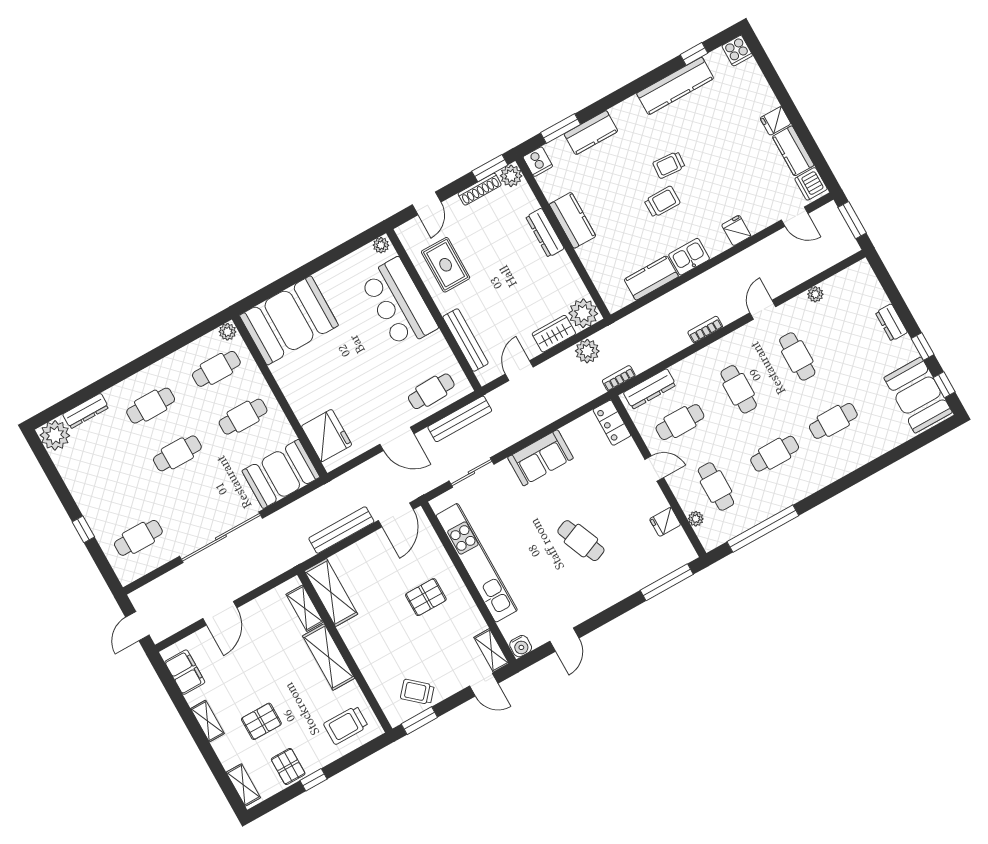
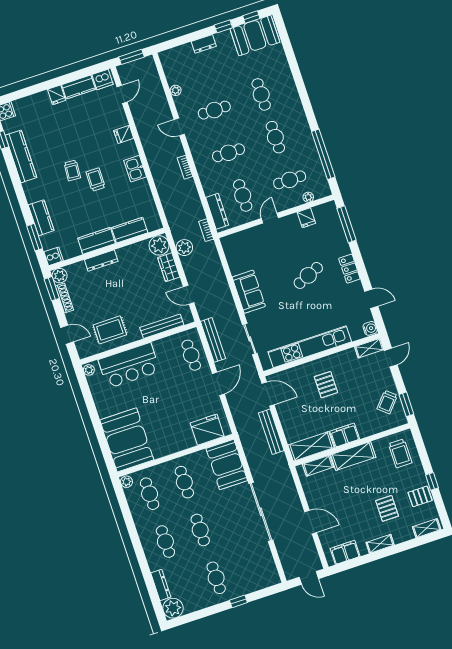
kitchen counter: (651, 278) -> (130, 230), moved, turned 90
locker: (612, 423) -> (349, 269), moved, turned 90
cafe table: (138, 538) -> (216, 578), moved
filing cabinet: (357, 639) -> (345, 435), added

